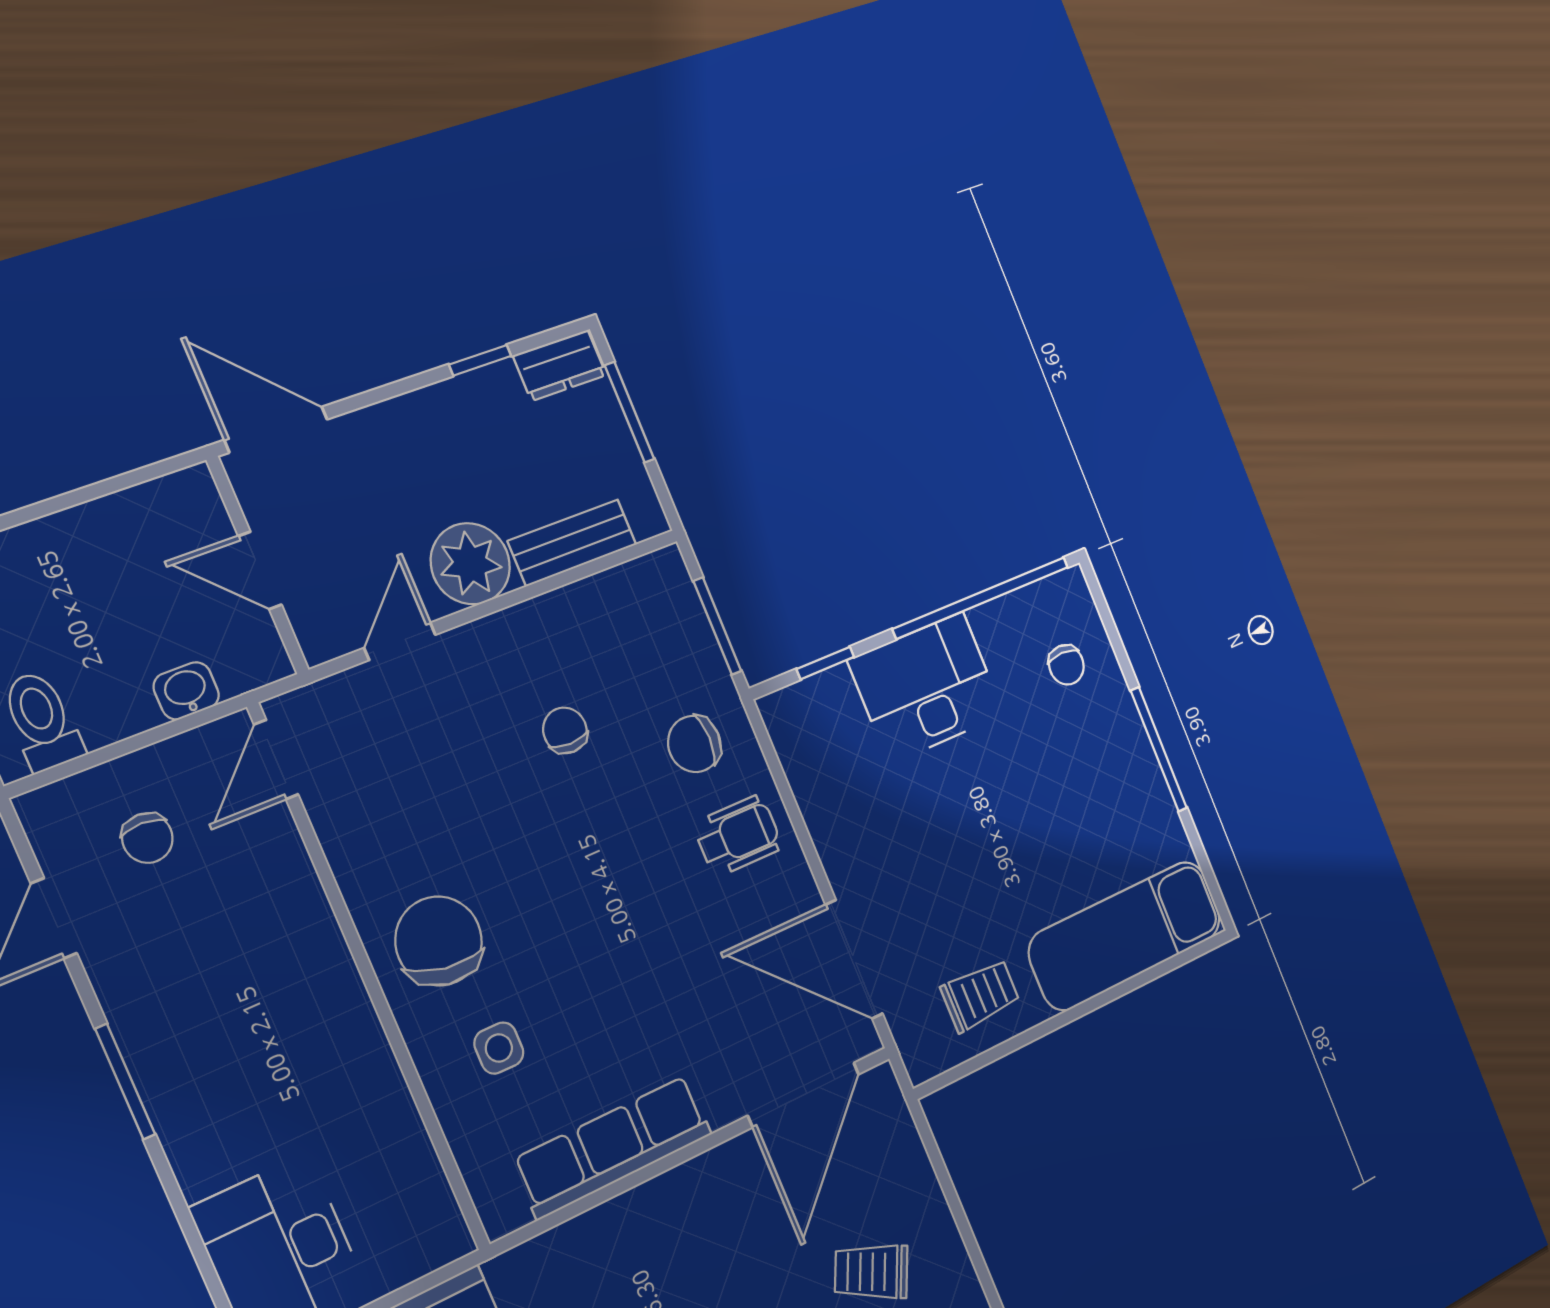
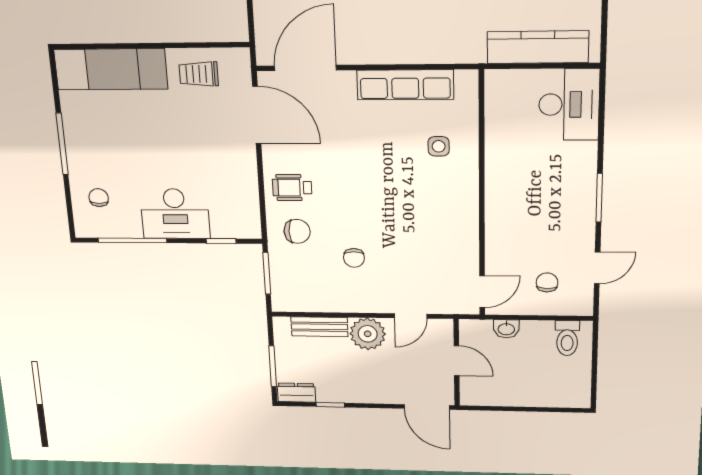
window: (981, 598) -> (132, 240), width x0.68
chair: (439, 941) -> (446, 198), removed

